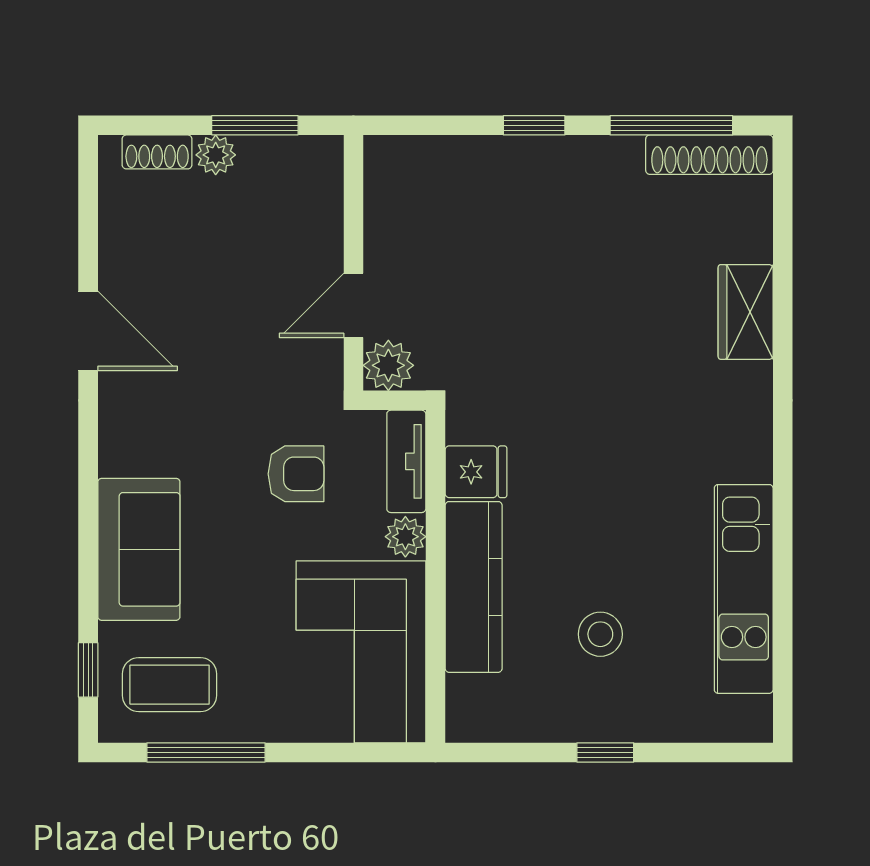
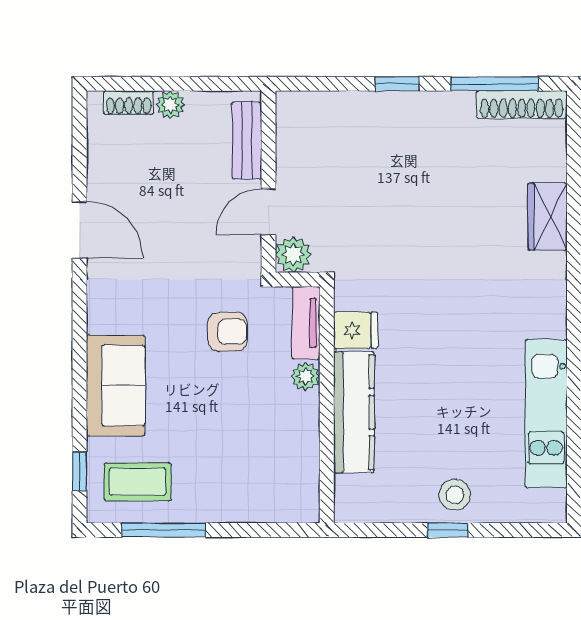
window: (255, 125) -> (198, 84), removed
bench: (323, 205) -> (247, 141), added
stool: (600, 634) -> (455, 495), moved
corner sofa: (361, 652) -> (274, 458), removed

